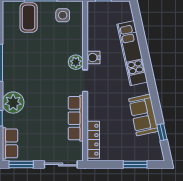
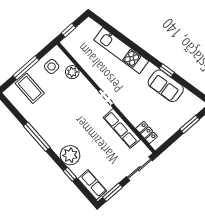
water cooler: (94, 58) -> (98, 77), removed
plant: (76, 62) -> (72, 72), moved
window: (162, 132) -> (167, 70), moved
locker: (93, 140) -> (147, 132), width x0.66

